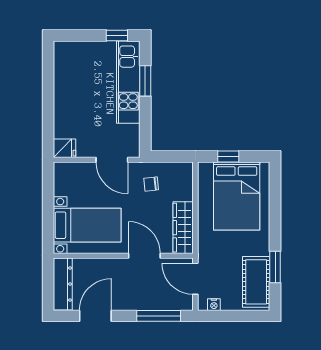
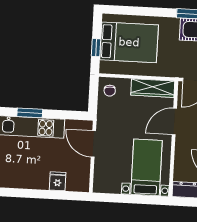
fridge: (65, 148) -> (58, 181), moved
door: (112, 160) -> (93, 144), swing flipped
chair: (151, 184) -> (110, 91), moved

